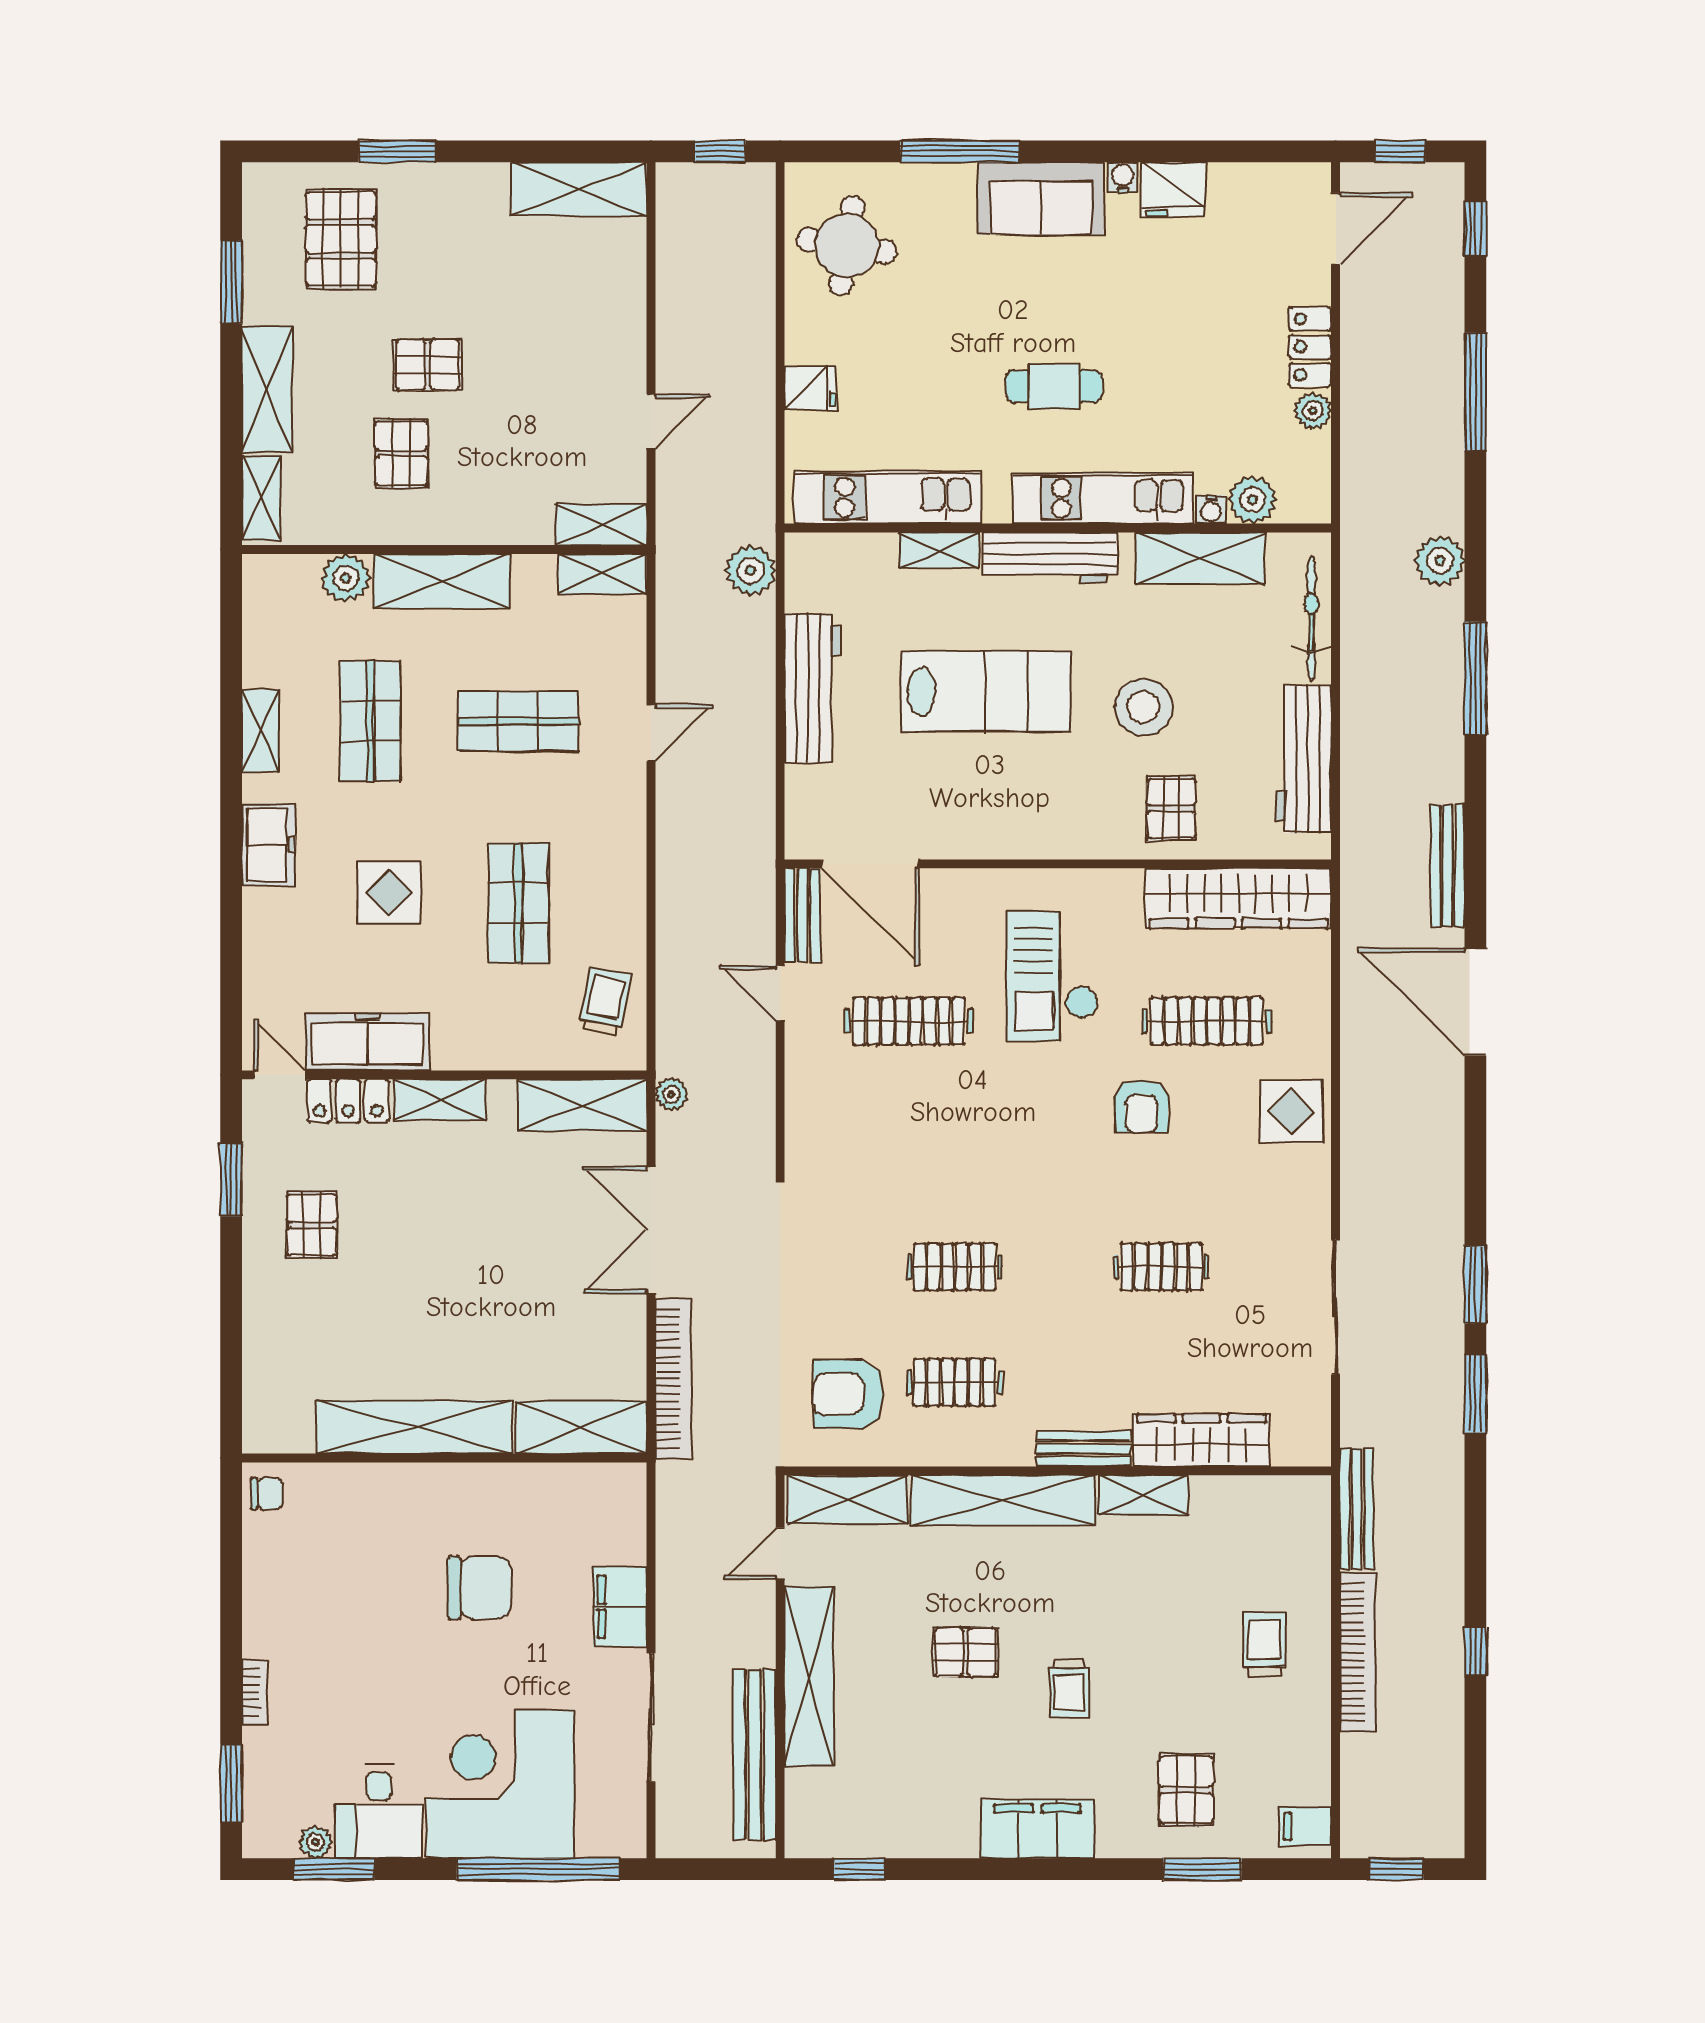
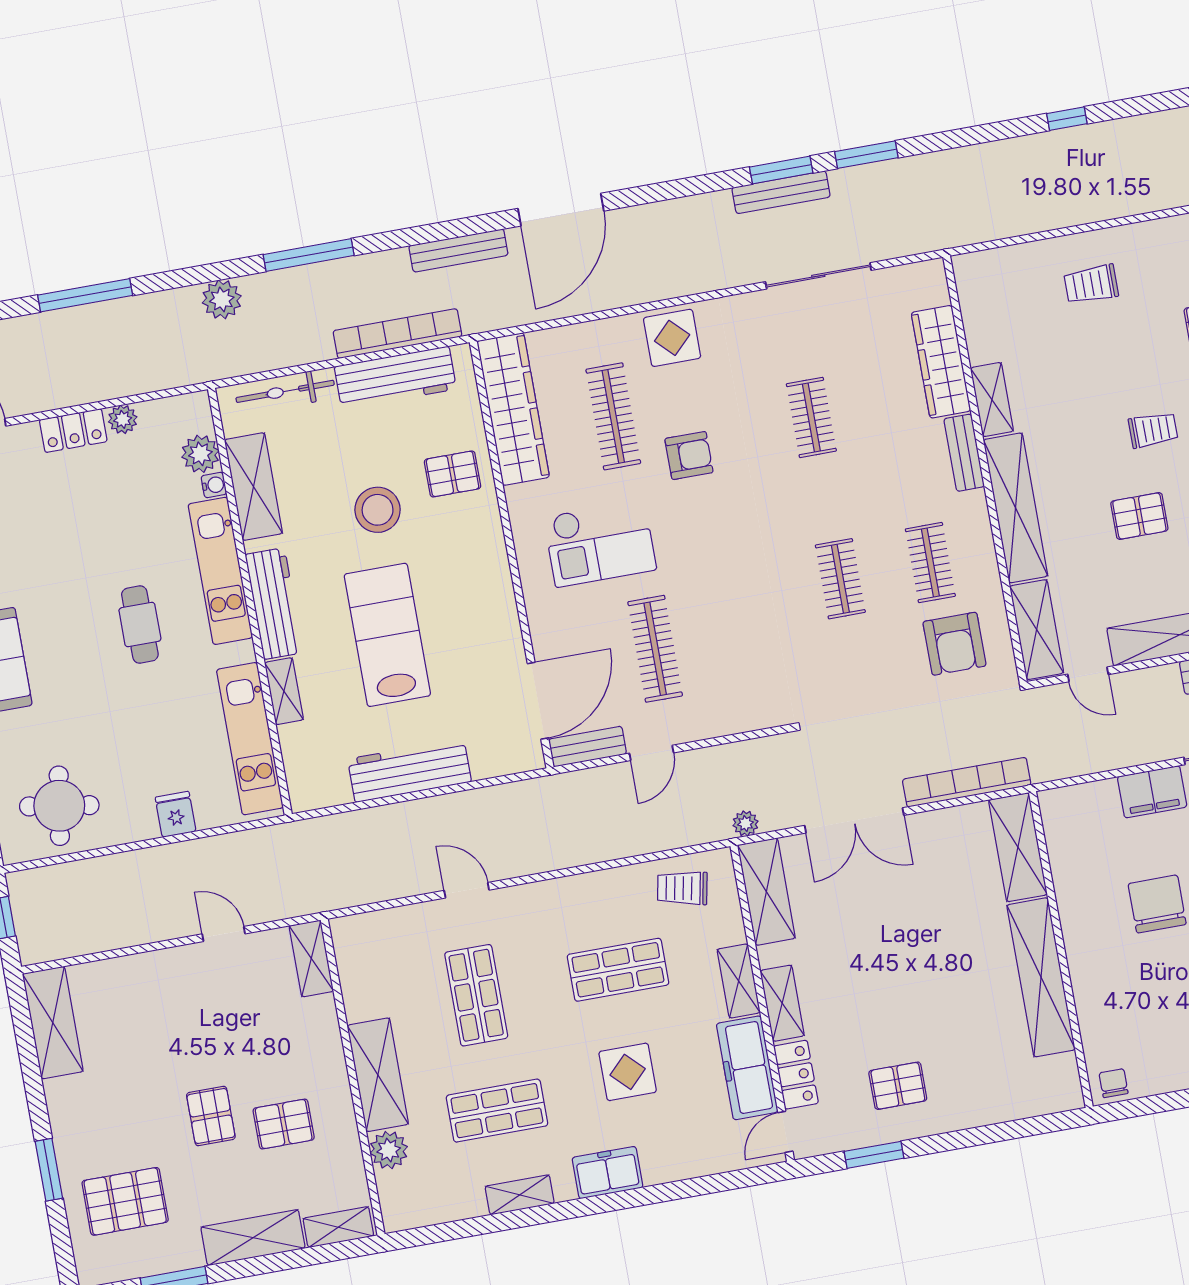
plant: (751, 570) -> (326, 835), removed
shelving: (602, 574) -> (739, 981), moved
bench: (1357, 1509) -> (781, 192), moved
pallet: (965, 1652) -> (1139, 516), turned 90
bookcase: (1358, 1652) -> (397, 334), moved

